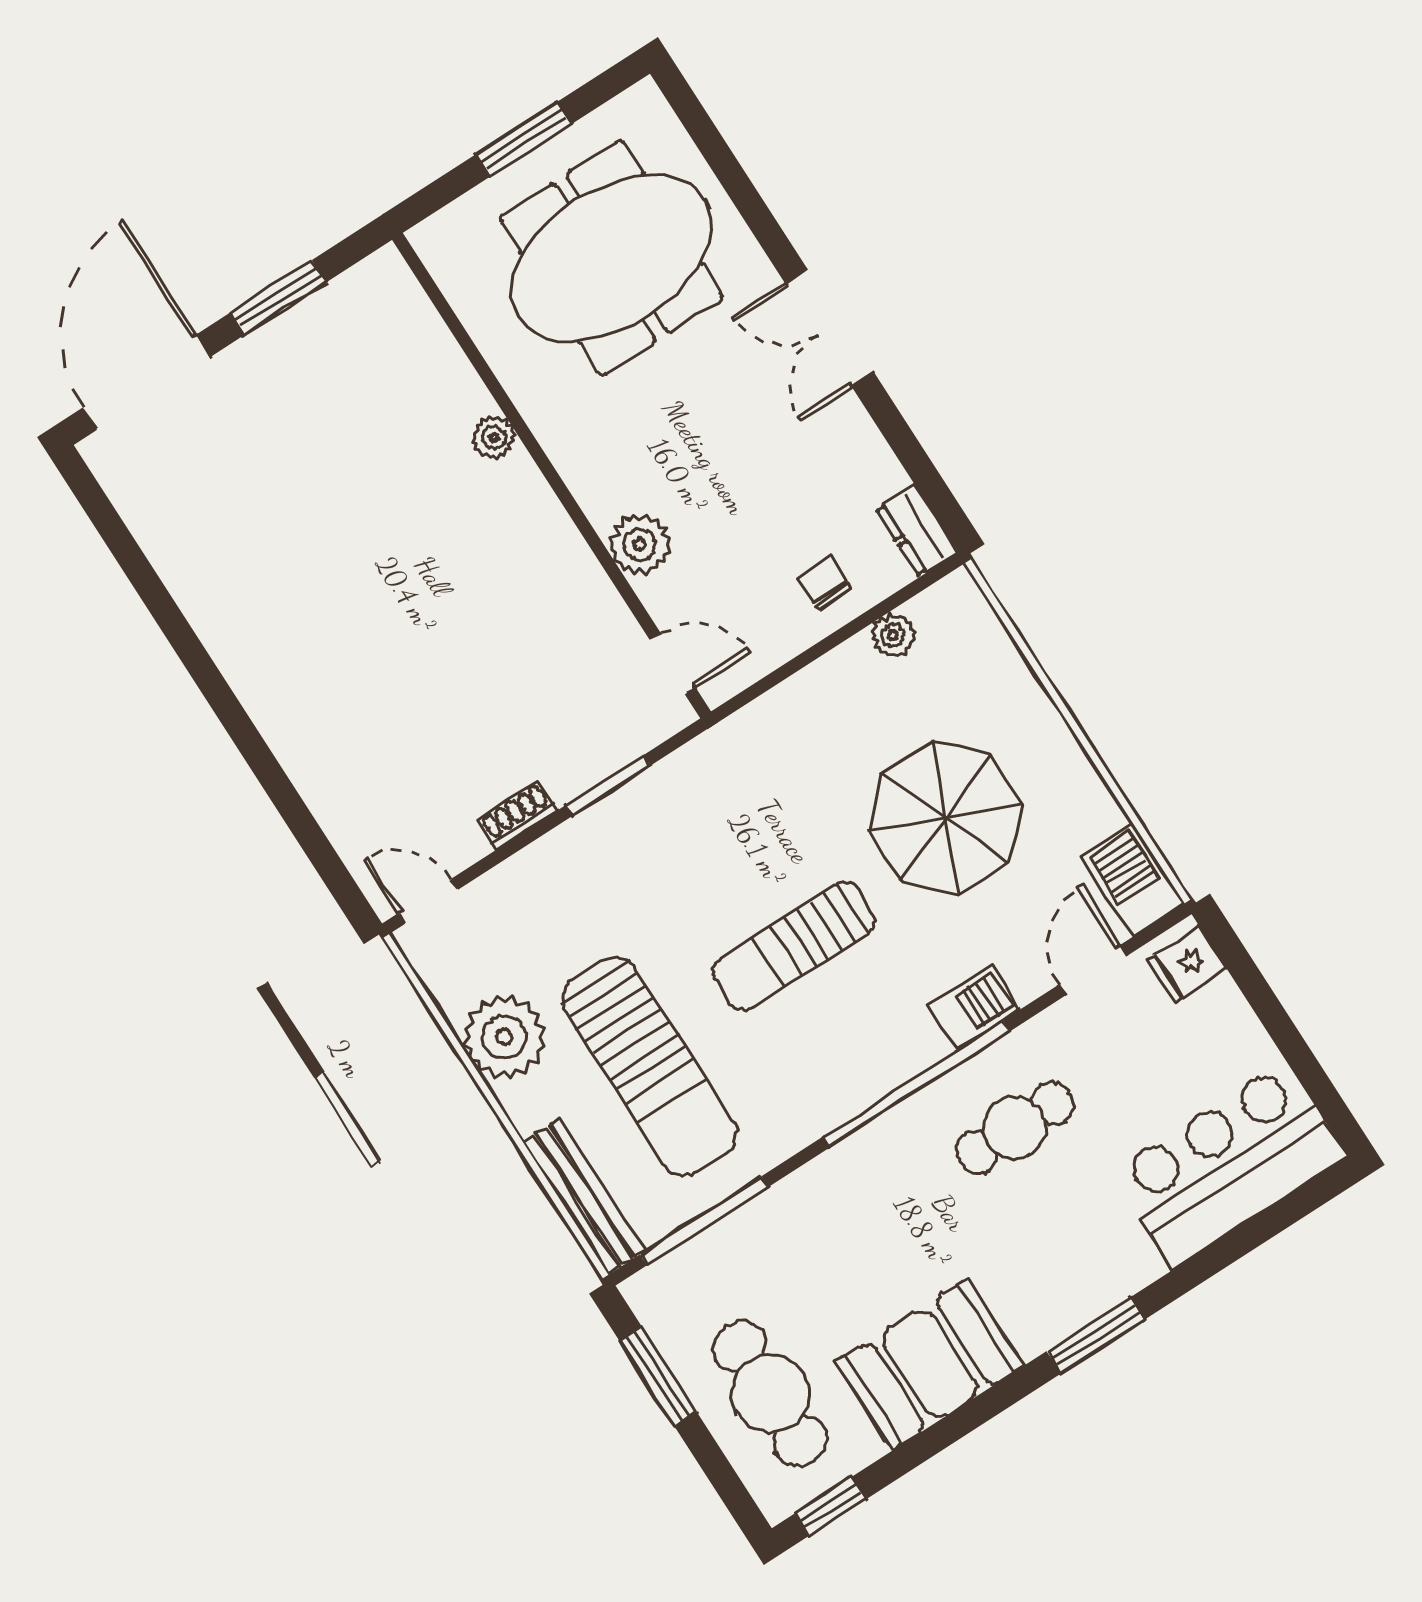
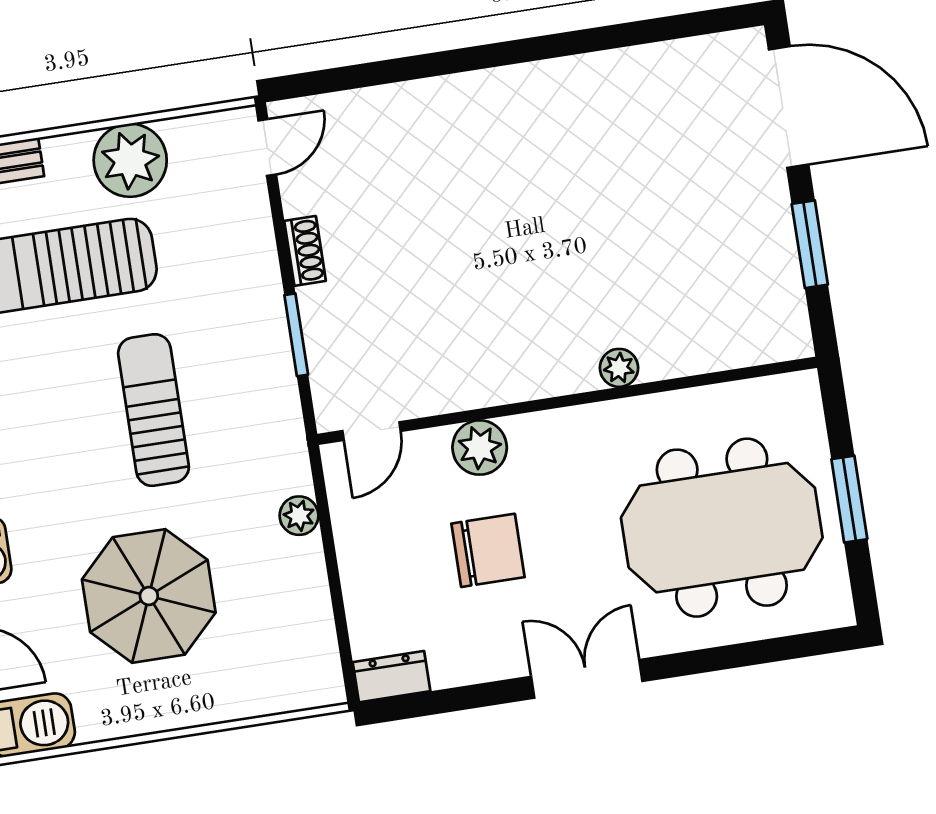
meeting table: (611, 258) -> (722, 528), turned 90
chair: (825, 584) -> (488, 550), moved, width x1.87, depth x1.87
plant: (893, 635) -> (299, 516), moved
sun lounger: (794, 946) -> (154, 410), moved

